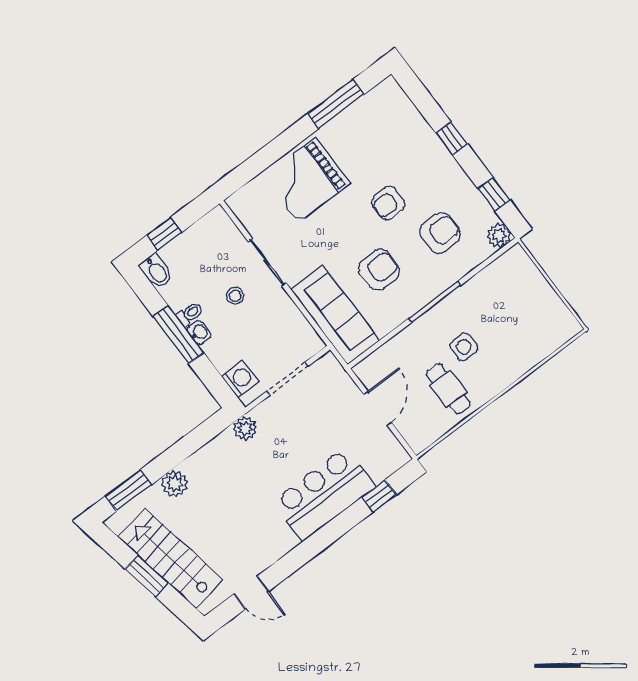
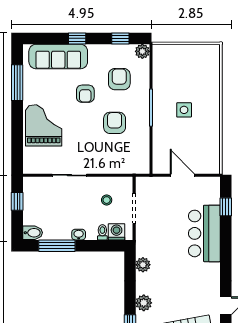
grand piano: (306, 180) -> (44, 125), turned 180
window: (164, 234) -> (17, 201), moved
stool: (235, 296) -> (107, 200), moved
toilet: (190, 314) -> (102, 232), moved
sofa: (335, 315) -> (58, 56), moved, turned 180
window: (178, 335) -> (57, 246), moved
cafe table: (448, 389) -> (199, 133), removed
plant: (245, 428) -> (143, 265), moved

